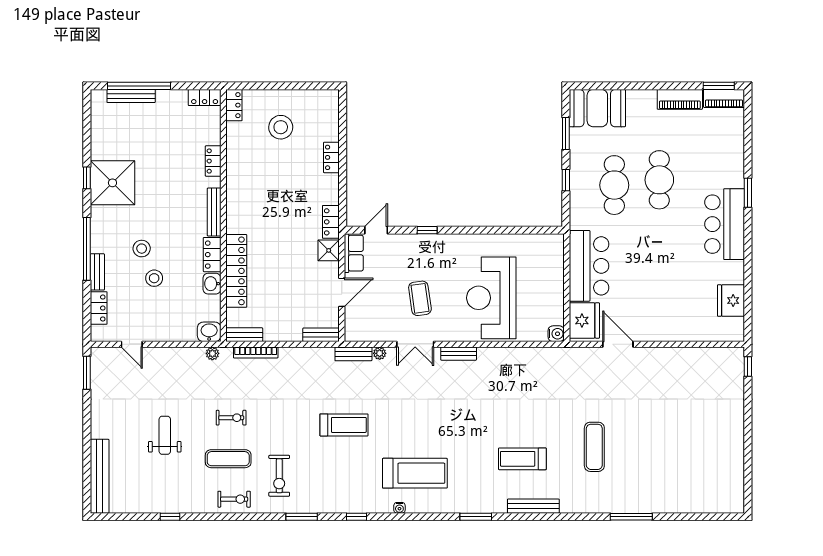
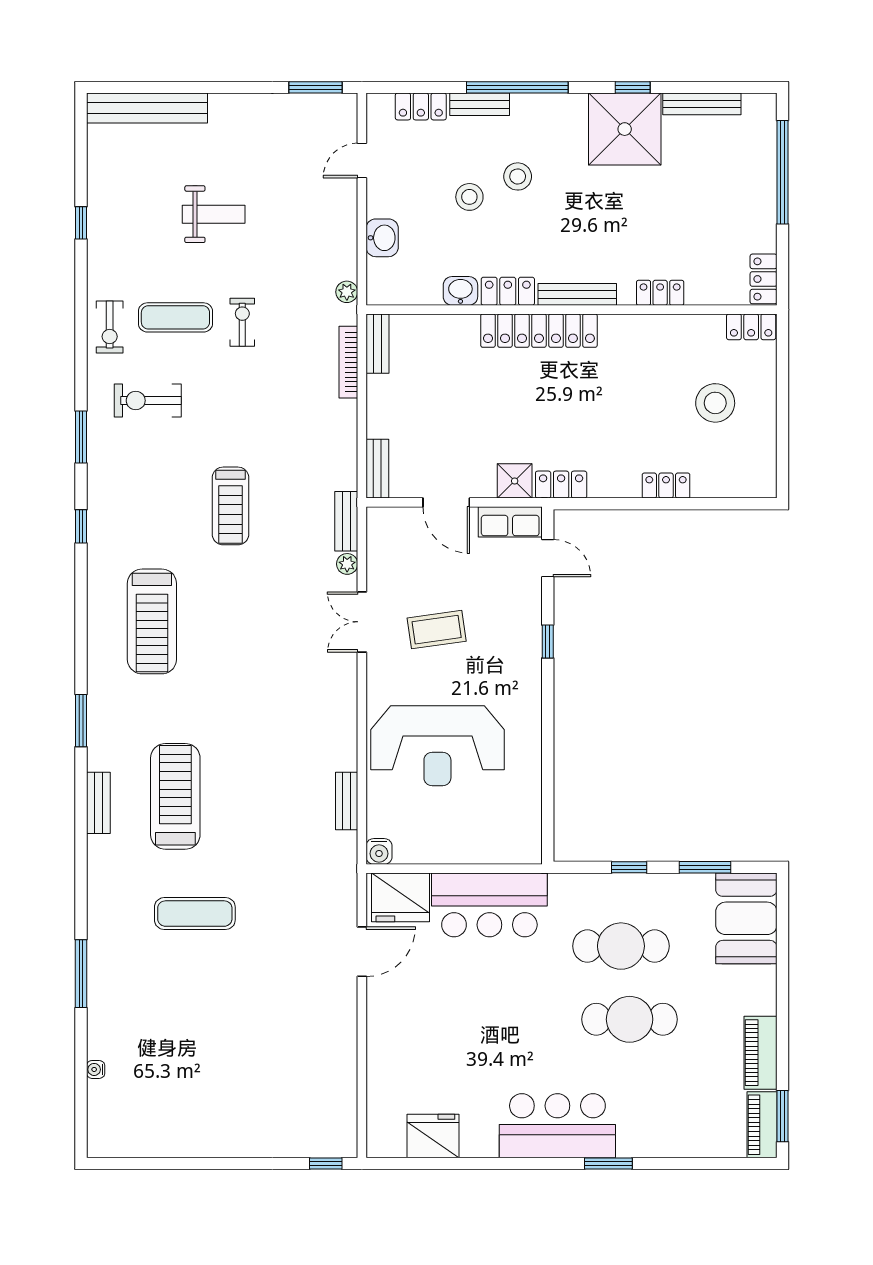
bench: (131, 96) -> (702, 104), moved, turned 90
locker: (236, 271) -> (539, 331), moved
reception desk: (491, 298) -> (437, 746), turned 180
washbasin: (209, 332) -> (382, 238), moved
bench: (459, 354) -> (347, 801), moved
exercise bike: (231, 418) -> (242, 322), turned 180
exercise mat: (228, 459) -> (175, 317), turned 90
treadmill: (522, 459) -> (175, 796), width x1.37, depth x1.38
bench: (533, 506) -> (98, 803), width x0.73
water cooler: (399, 508) -> (96, 1069), moved

